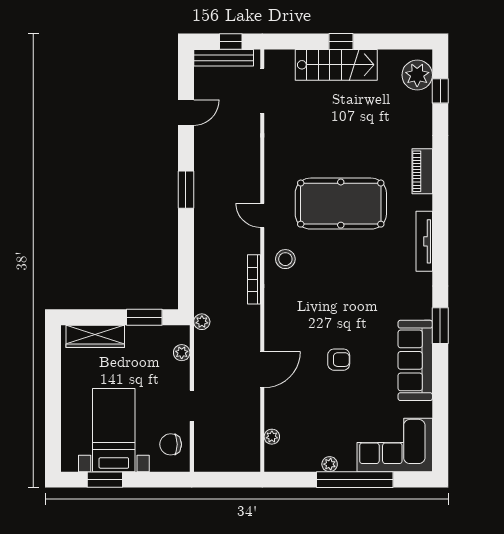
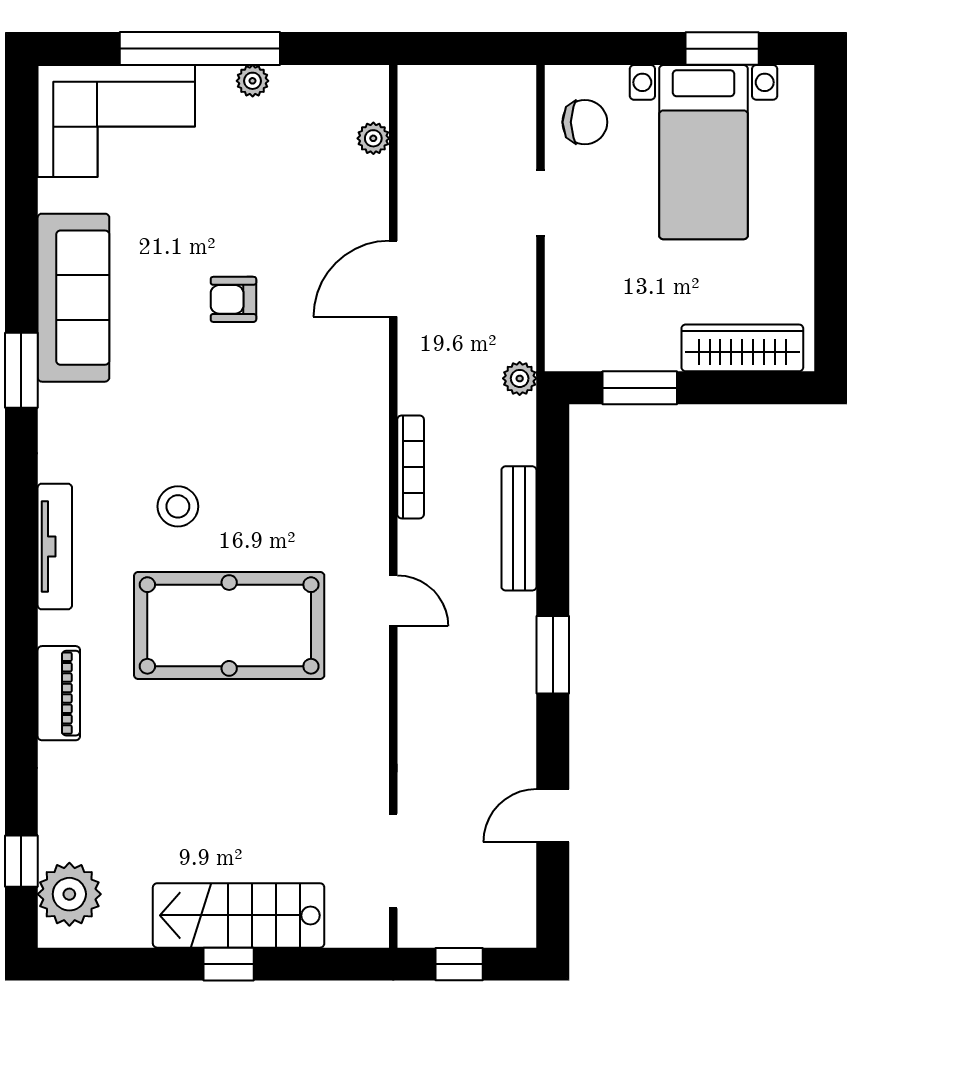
bench: (224, 58) -> (519, 528), moved, turned 90
stool: (285, 259) -> (178, 506), moved
plant: (182, 353) -> (562, 314), removed

